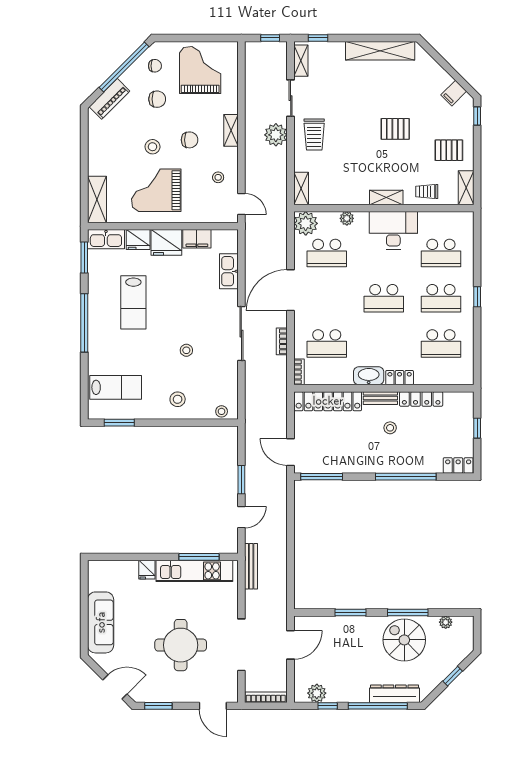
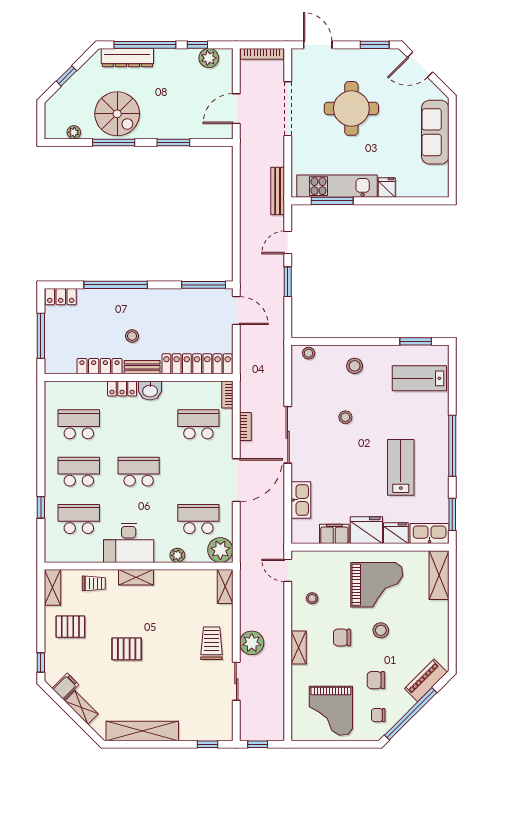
shelving: (301, 61) -> (81, 707), moved, turned -45
window: (477, 297) -> (41, 507), moved
washbasin: (369, 376) -> (150, 390), width x0.72
window: (477, 428) -> (41, 336), width x2.17

